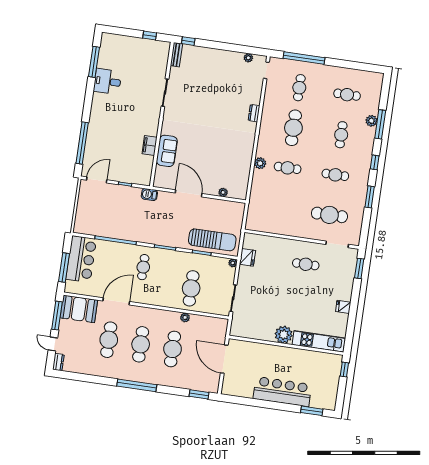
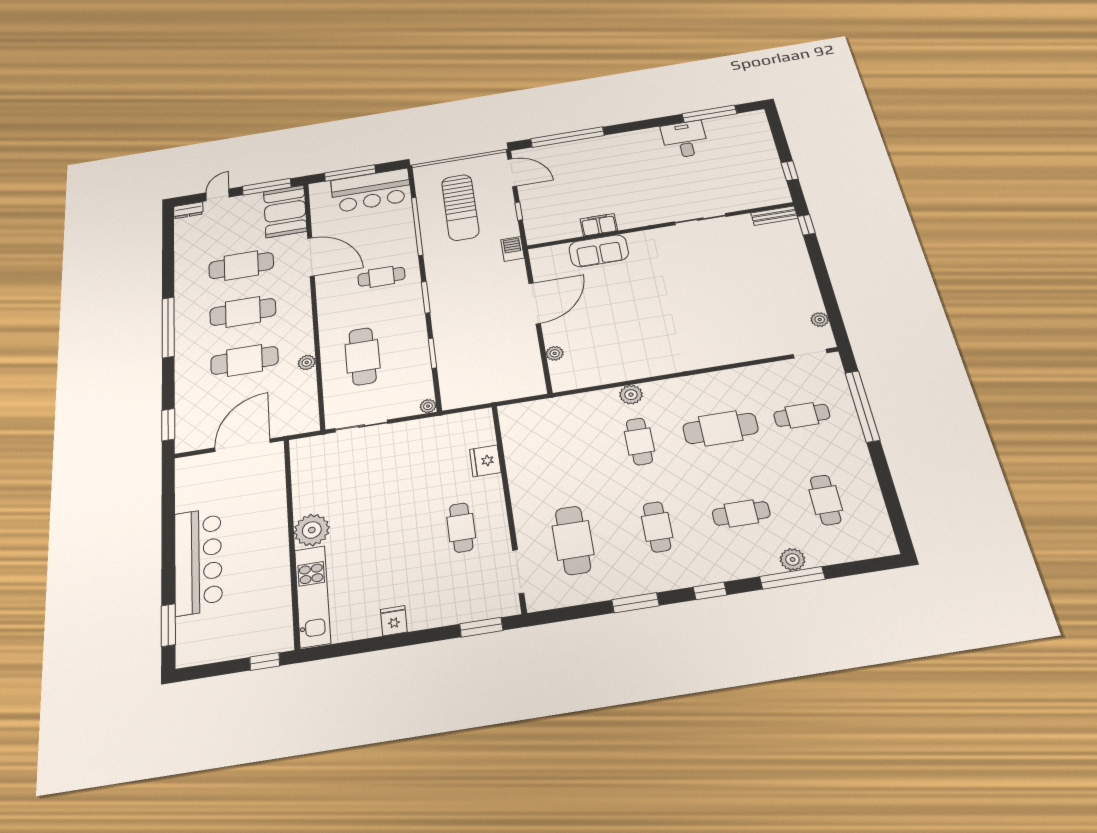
dresser: (254, 113) -> (721, 358), removed
sun lounger: (212, 240) -> (460, 207), moved
fridge: (247, 257) -> (485, 461), moved, turned 90
cafe table: (191, 288) -> (363, 356), turned 90

